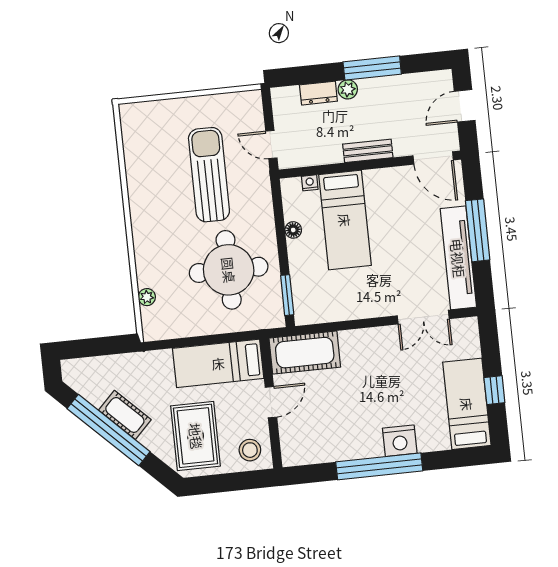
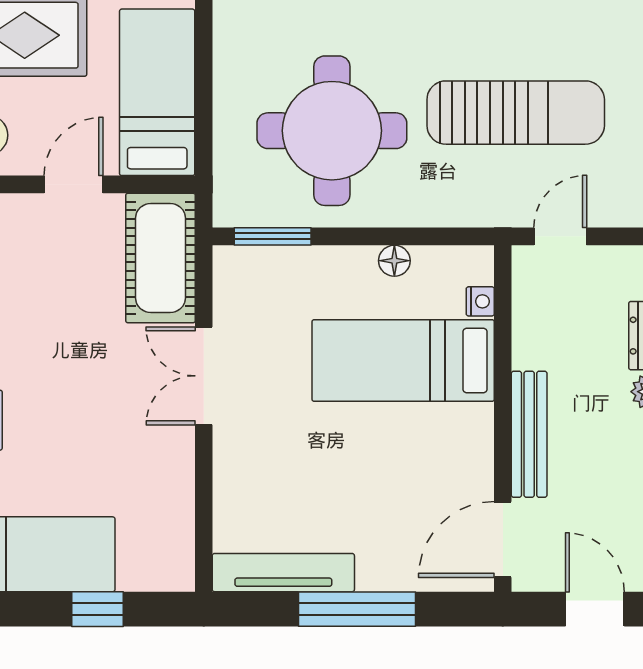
bench: (368, 151) -> (529, 434), width x1.36
tv unit: (458, 258) -> (283, 573), width x0.73, depth x0.78
double door: (423, 317) -> (204, 376), moved
window: (494, 390) -> (98, 609), moved
door: (271, 402) -> (74, 184), swing flipped

